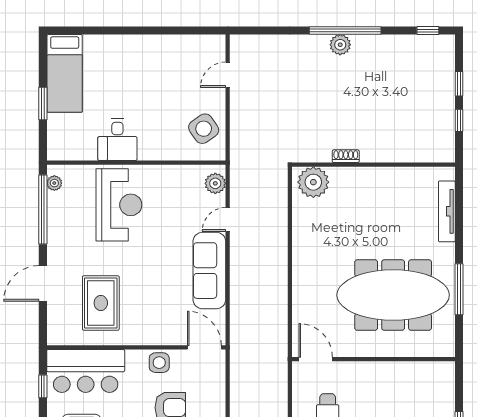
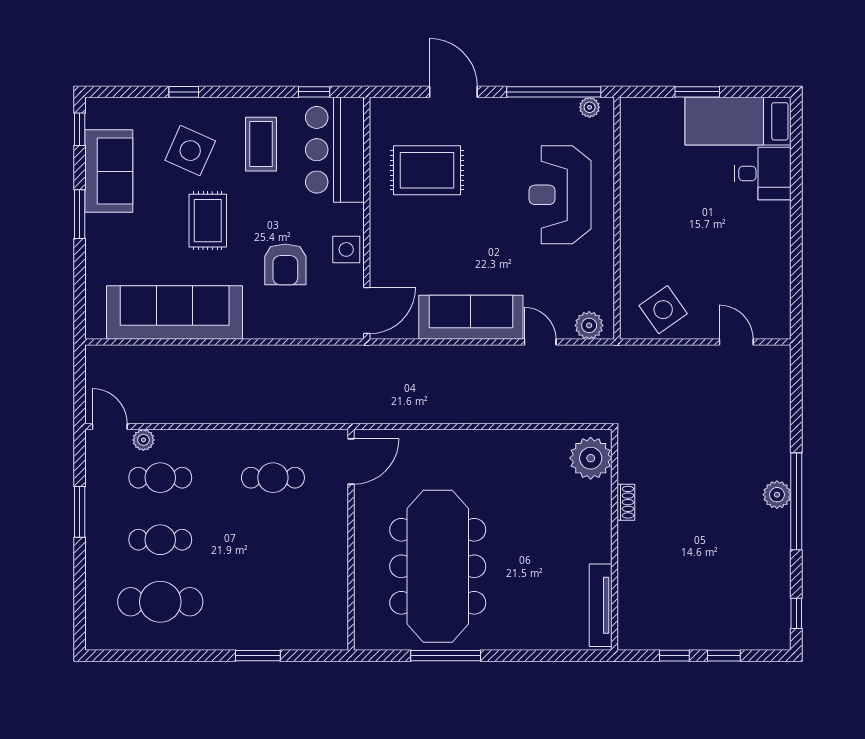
desk: (117, 140) -> (763, 174), moved, turned 180
reception desk: (119, 205) -> (560, 195), turned 90
tv unit: (447, 211) -> (601, 605), moved, turned -90

